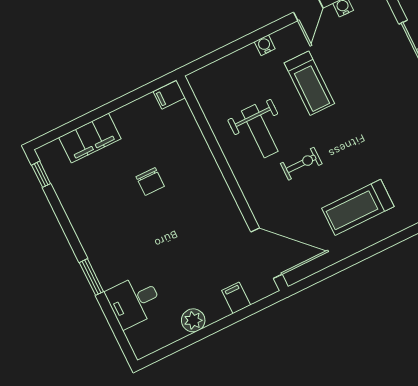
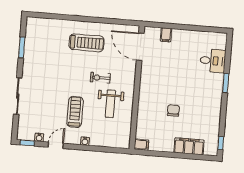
weight bench: (260, 131) -> (110, 104), turned 180
plant: (193, 320) -> (191, 36), removed

